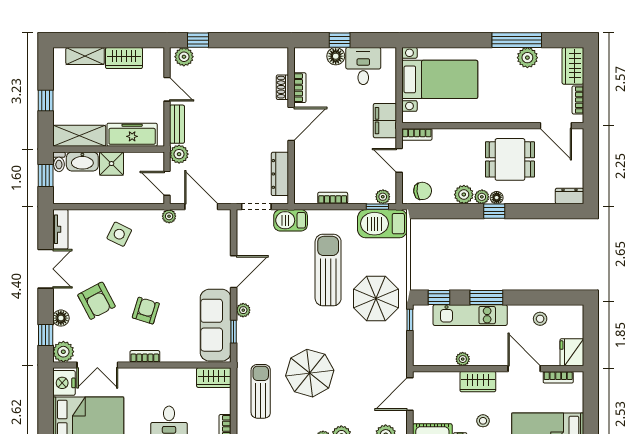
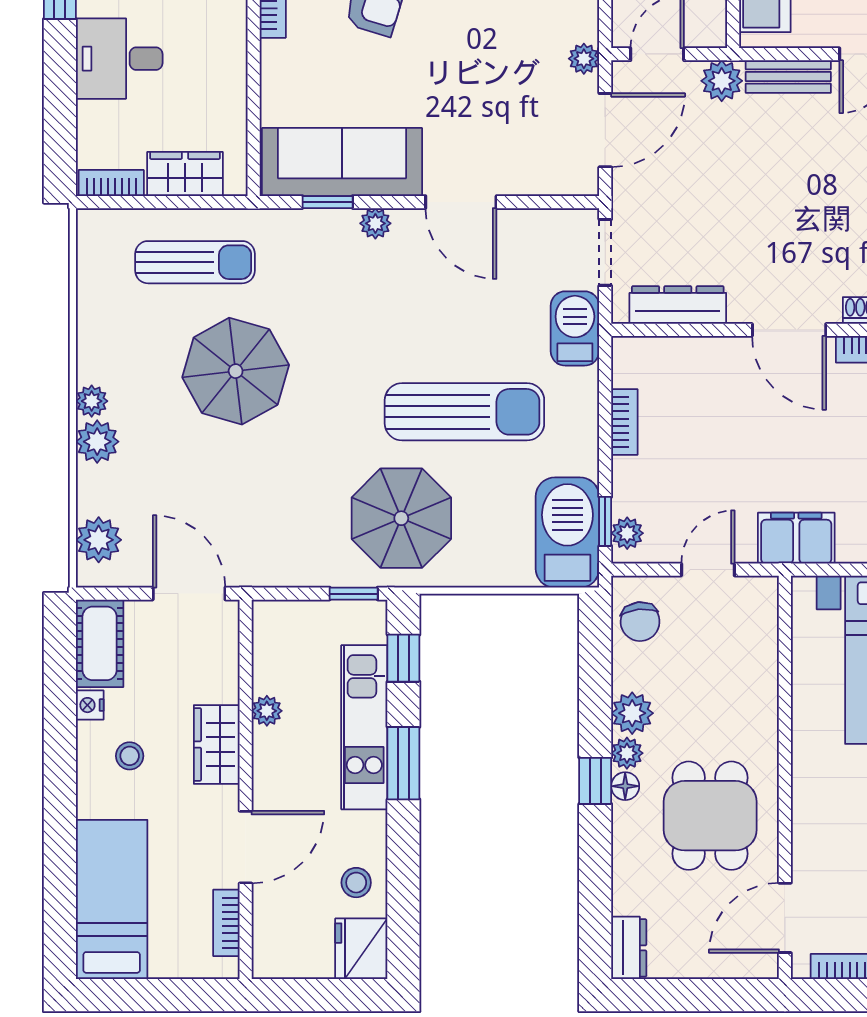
bookcase: (417, 134) -> (766, 609), removed
fridge: (572, 352) -> (361, 949), moved, turned -90
wardrobe: (214, 378) -> (185, 174), moved, turned 90

